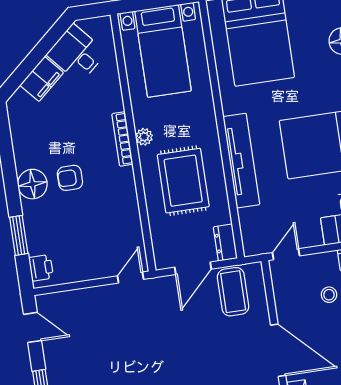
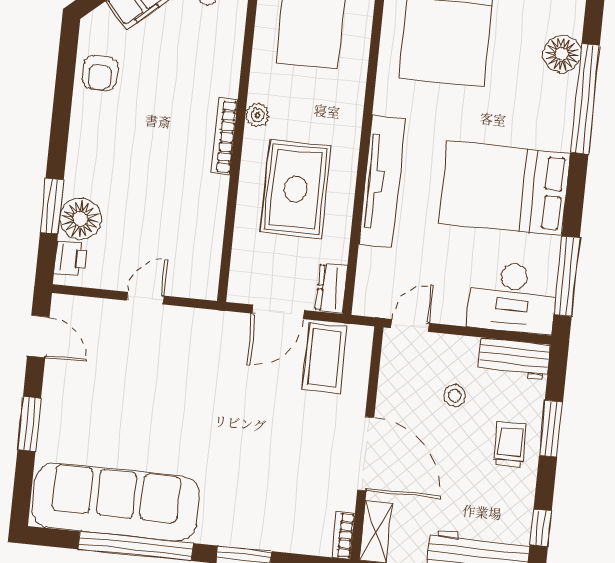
bookcase: (122, 139) -> (224, 137), moved
armchair: (70, 178) -> (100, 73), moved, turned -90
floor lamp: (32, 184) -> (80, 219), moved
door: (130, 278) -> (145, 298), moved

